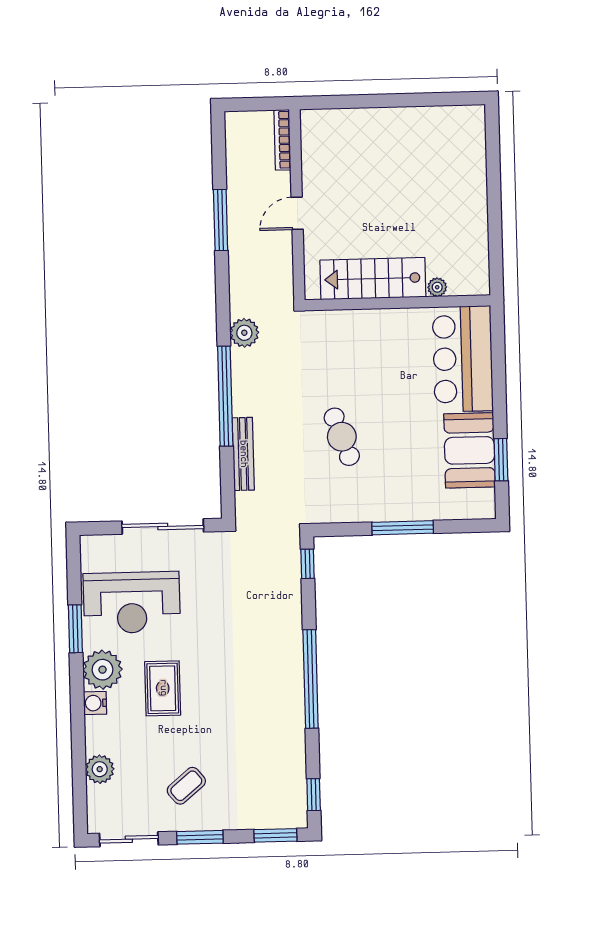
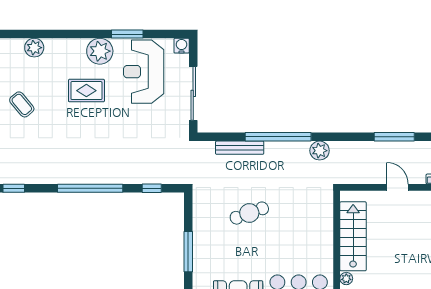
window: (308, 564) -> (152, 188), moved
water cooler: (95, 703) -> (182, 46), moved

